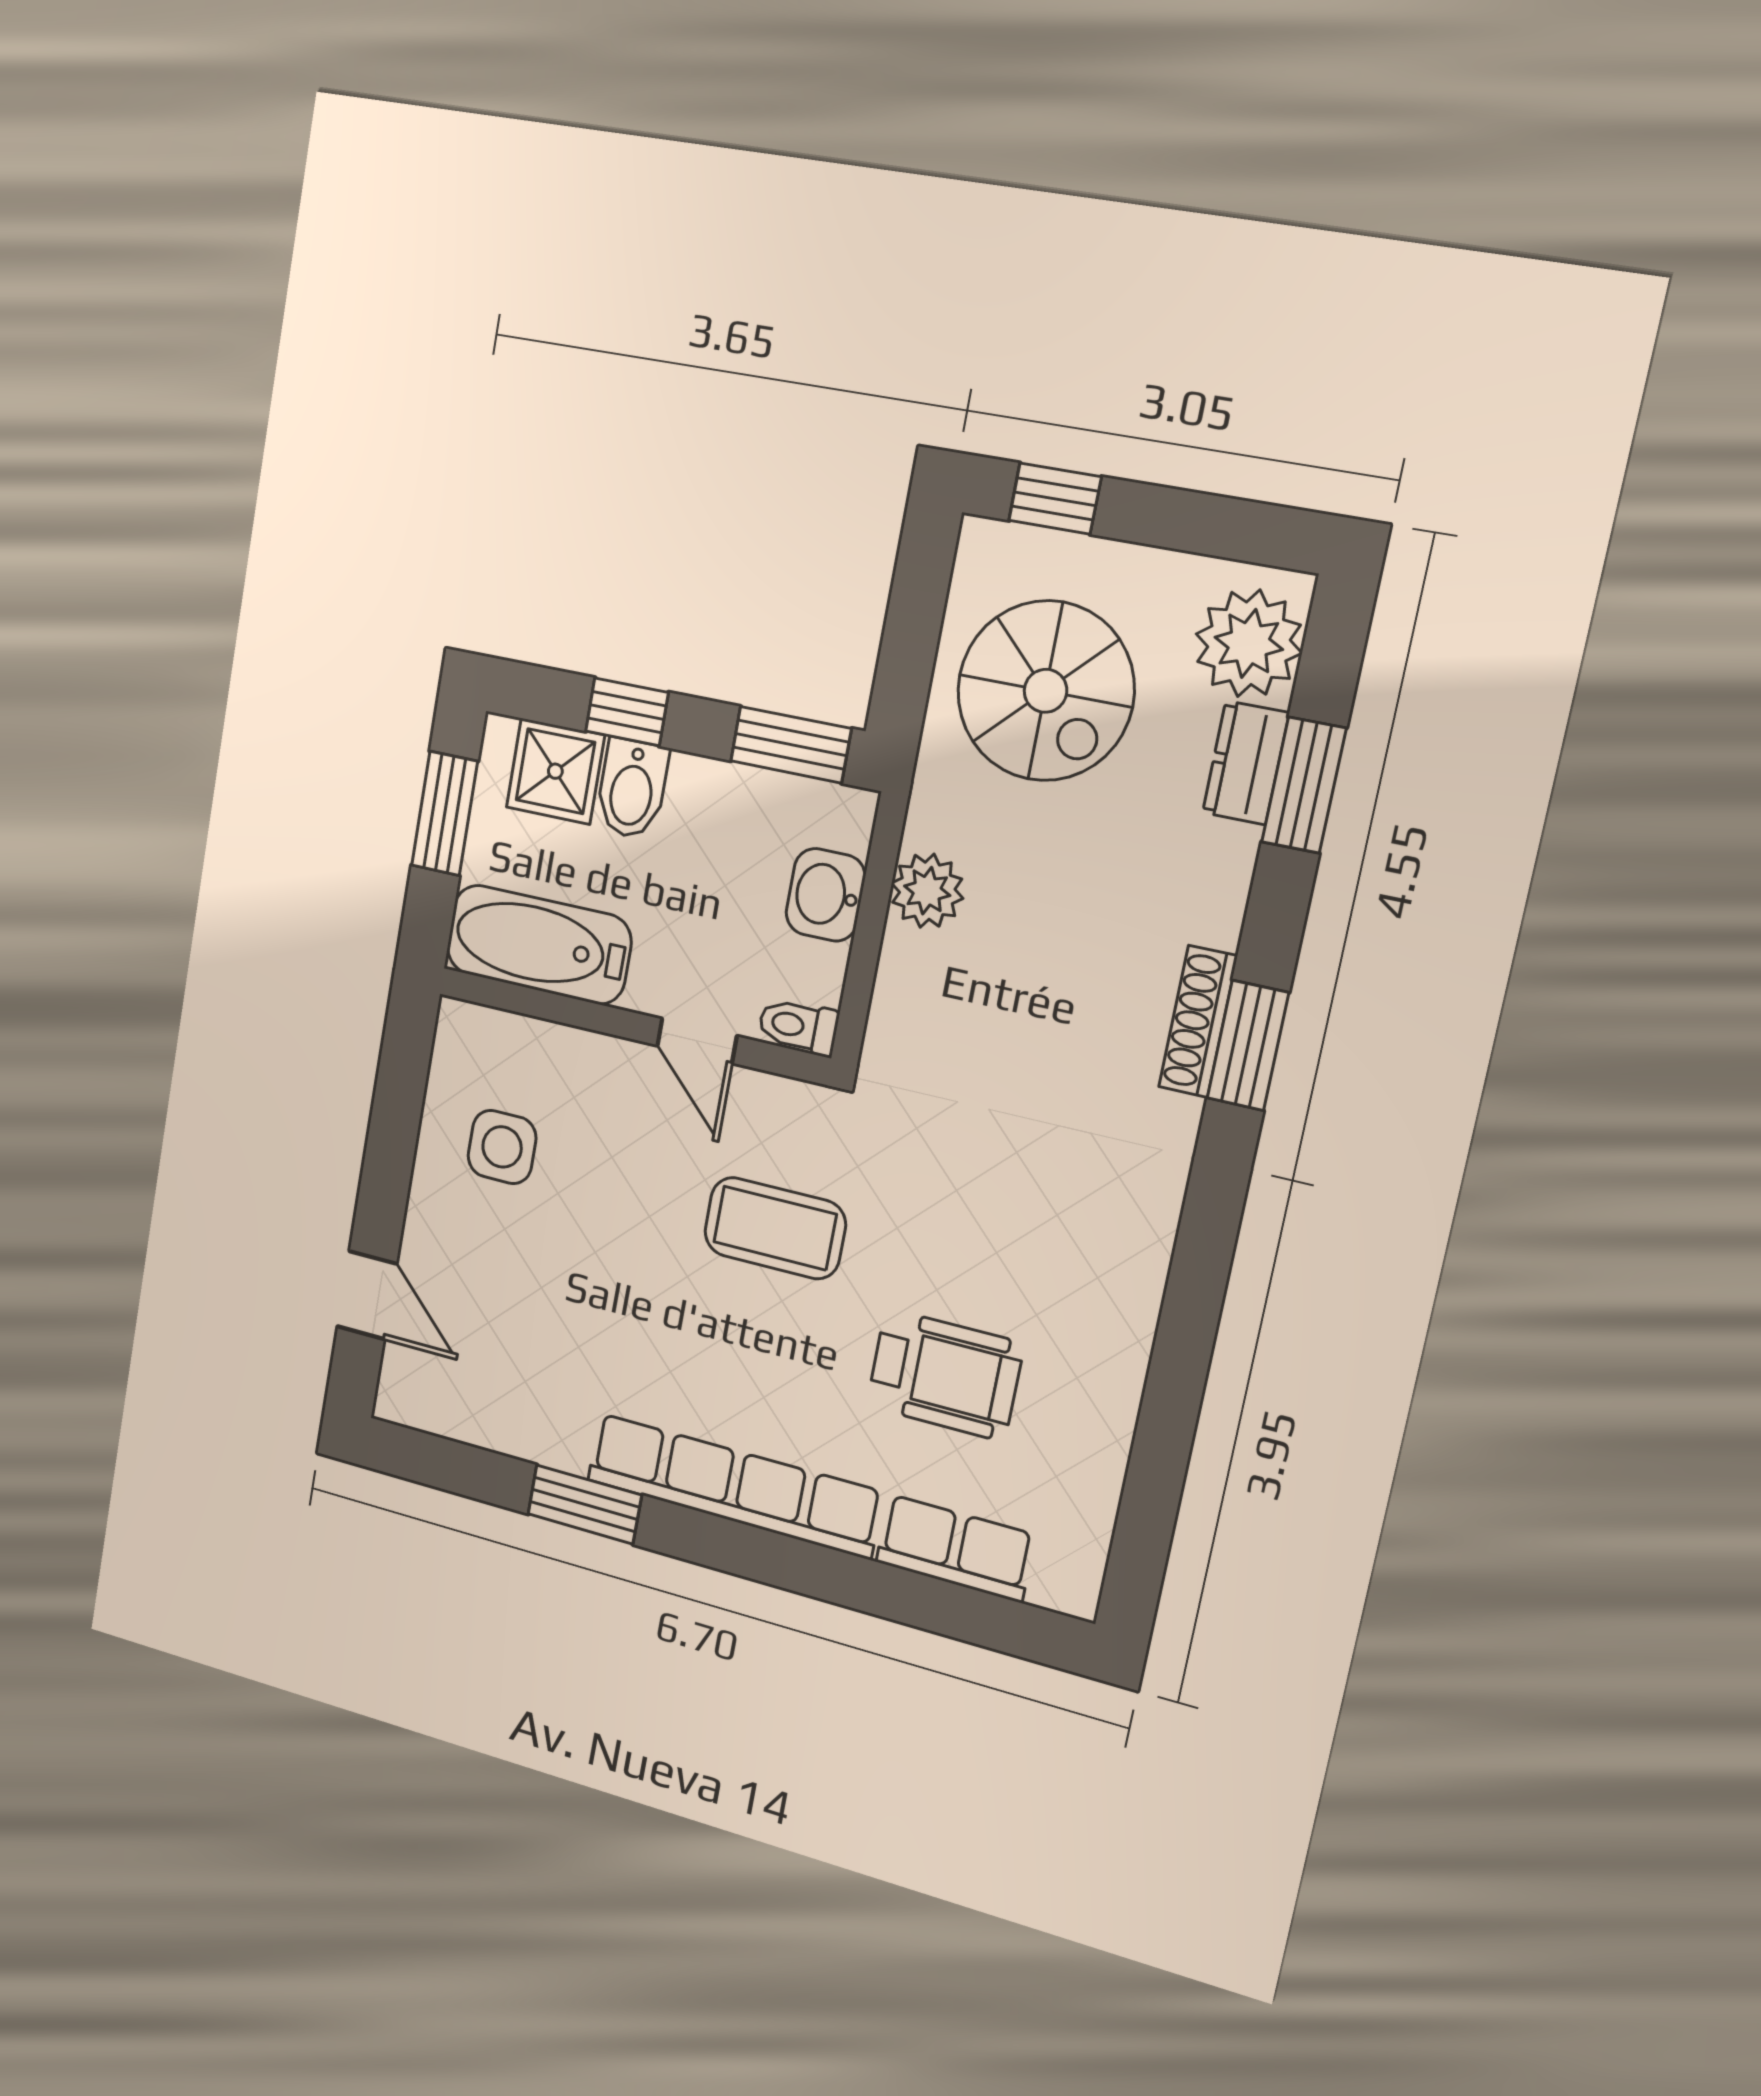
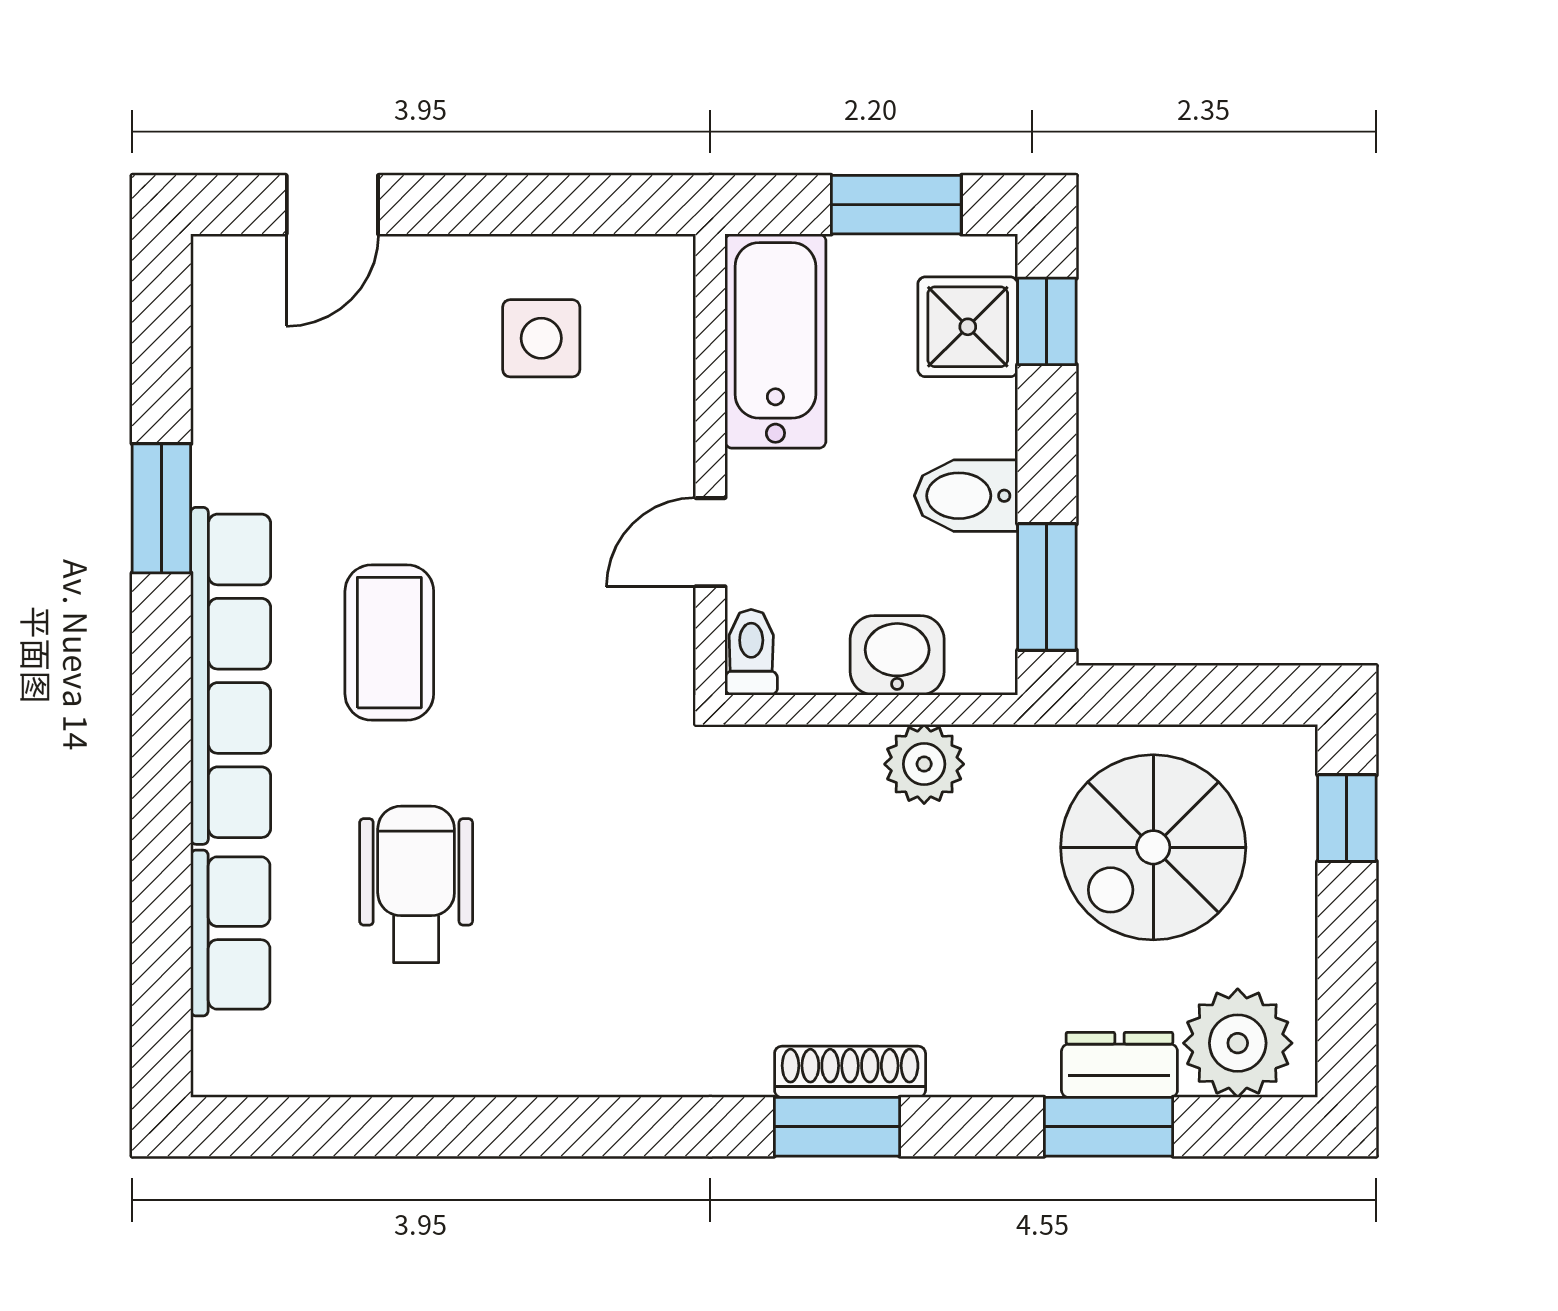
window: (627, 712) -> (1047, 321), moved
bidet: (632, 789) -> (966, 496), moved
coffee table: (775, 1228) -> (389, 643), moved
wheelchair: (945, 1375) -> (416, 884), turned 180

